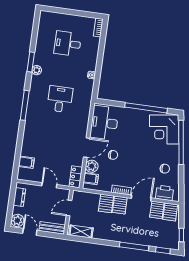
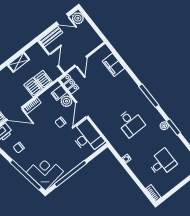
filing cabinet: (26, 162) -> (113, 65), width x2.00
door: (49, 185) -> (81, 61), hinge flipped
dresser: (19, 197) -> (92, 34), removed
door: (141, 198) -> (14, 114), hinge flipped
server rack: (120, 205) -> (43, 80), moved
shelving: (81, 232) -> (19, 62), moved

